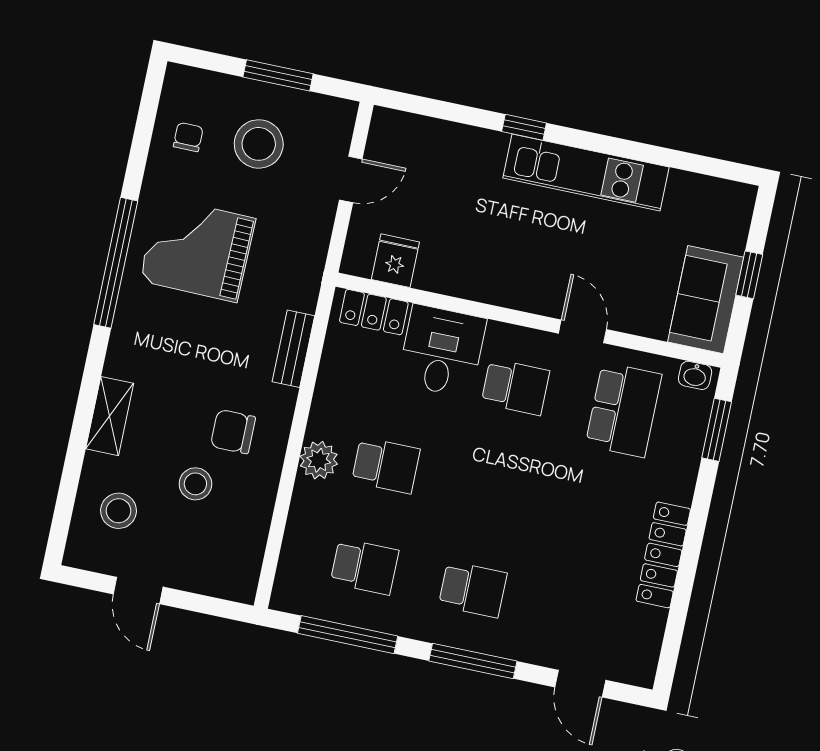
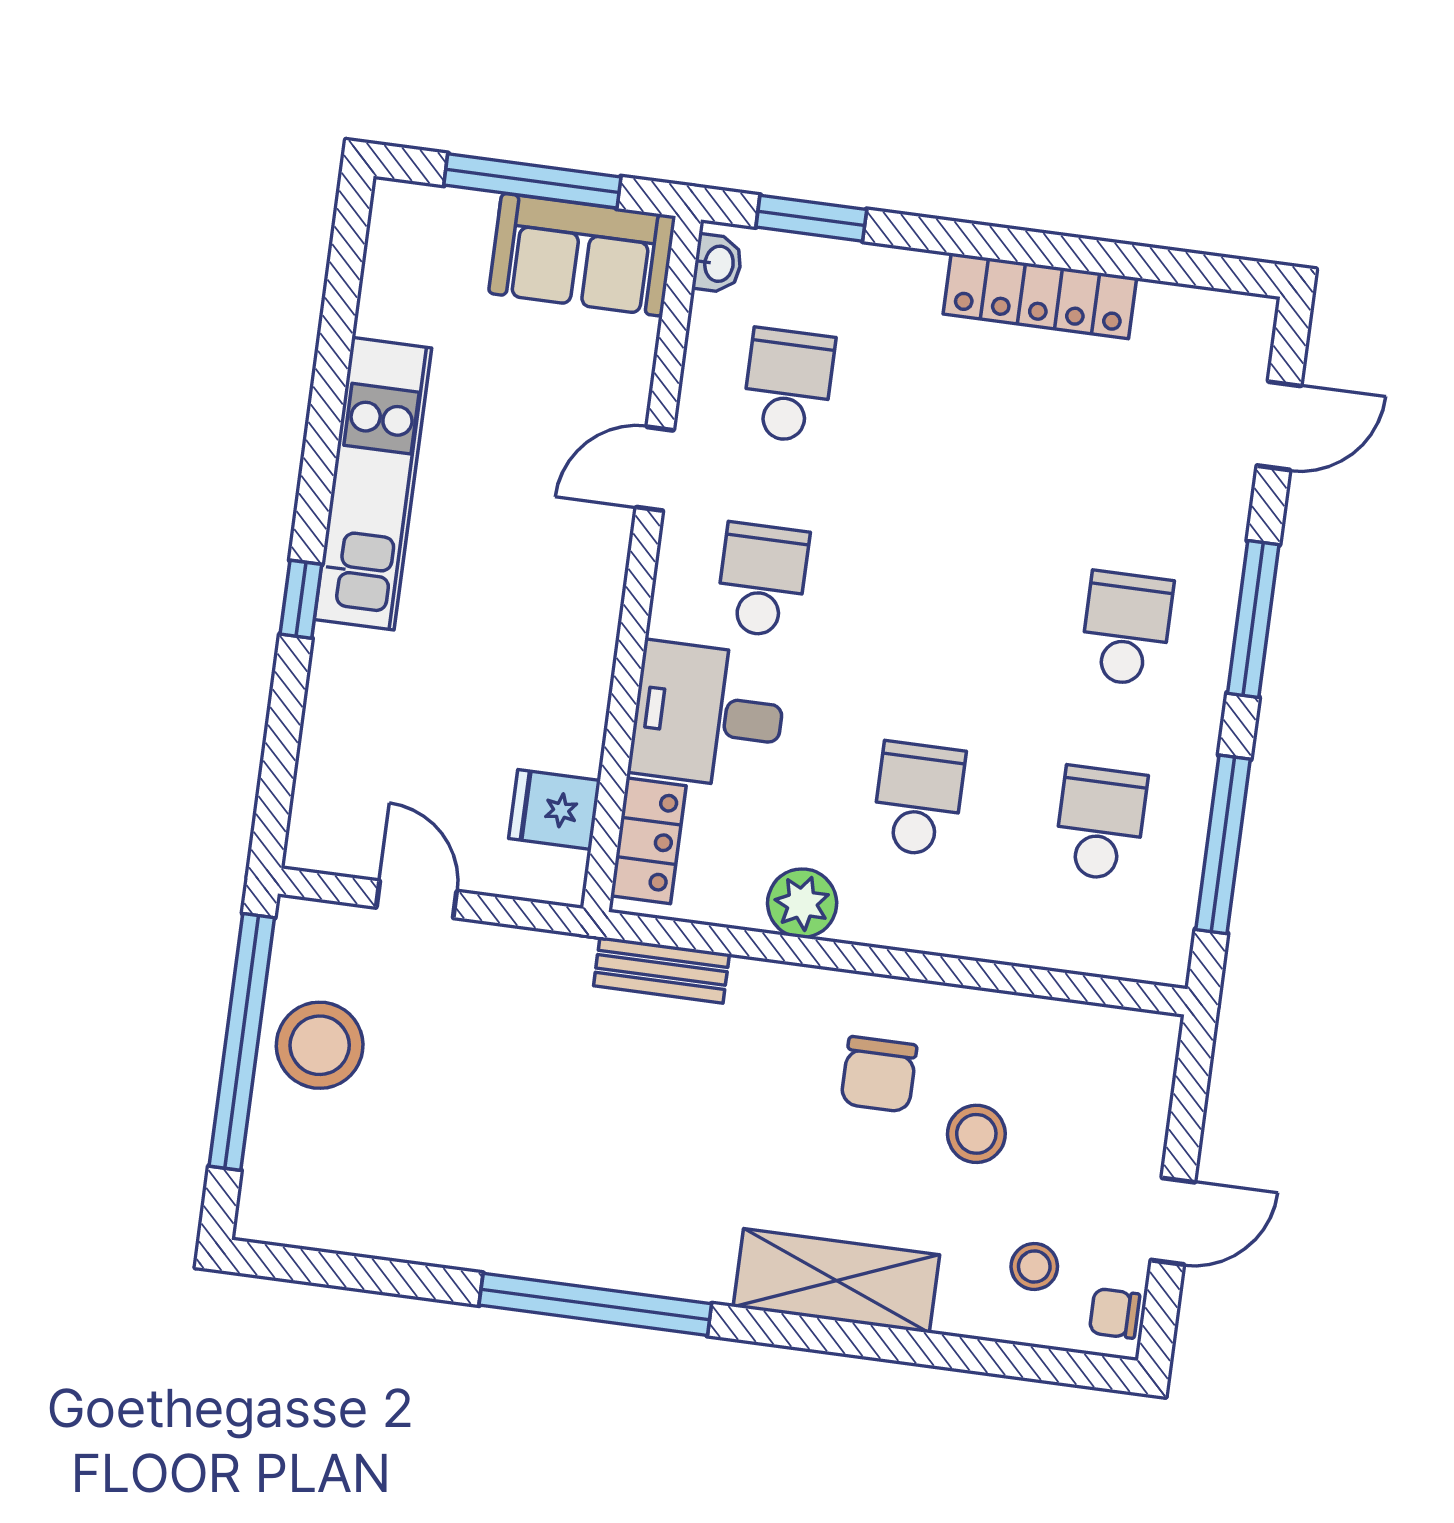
window: (278, 75) -> (242, 1042), width x2.11
chair: (188, 137) -> (1115, 1313), moved
stool: (259, 144) -> (320, 1045), moved
grand piano: (198, 250) -> (561, 1161), removed
window: (749, 275) -> (532, 181), width x2.17
bench: (293, 349) -> (661, 970), moved
school desk: (624, 410) -> (788, 385), width x0.54
shelving: (110, 416) -> (836, 1281), width x1.50, depth x1.33
plant: (319, 460) -> (802, 903), moved
stool: (119, 511) -> (1034, 1266), width x0.73, depth x0.73

